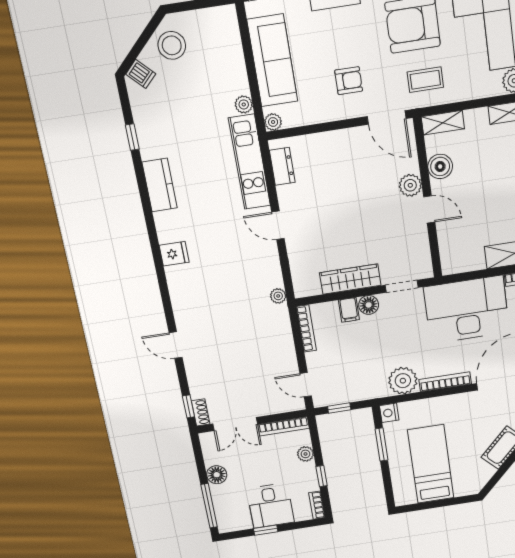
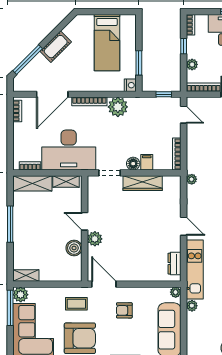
shelving: (443, 123) -> (66, 182), moved

